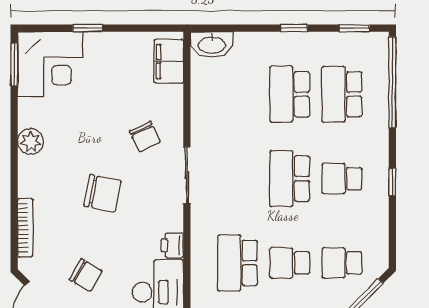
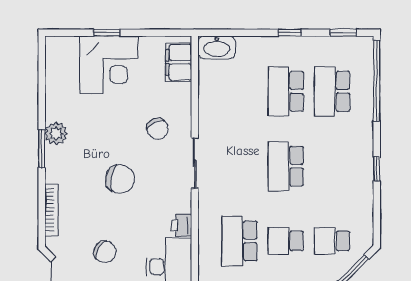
window: (14, 64) -> (42, 149), moved
corner desk: (50, 64) -> (109, 65), moved
school desk: (342, 179) -> (332, 166), removed

